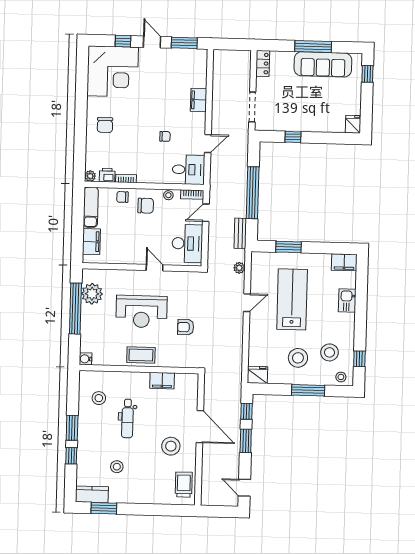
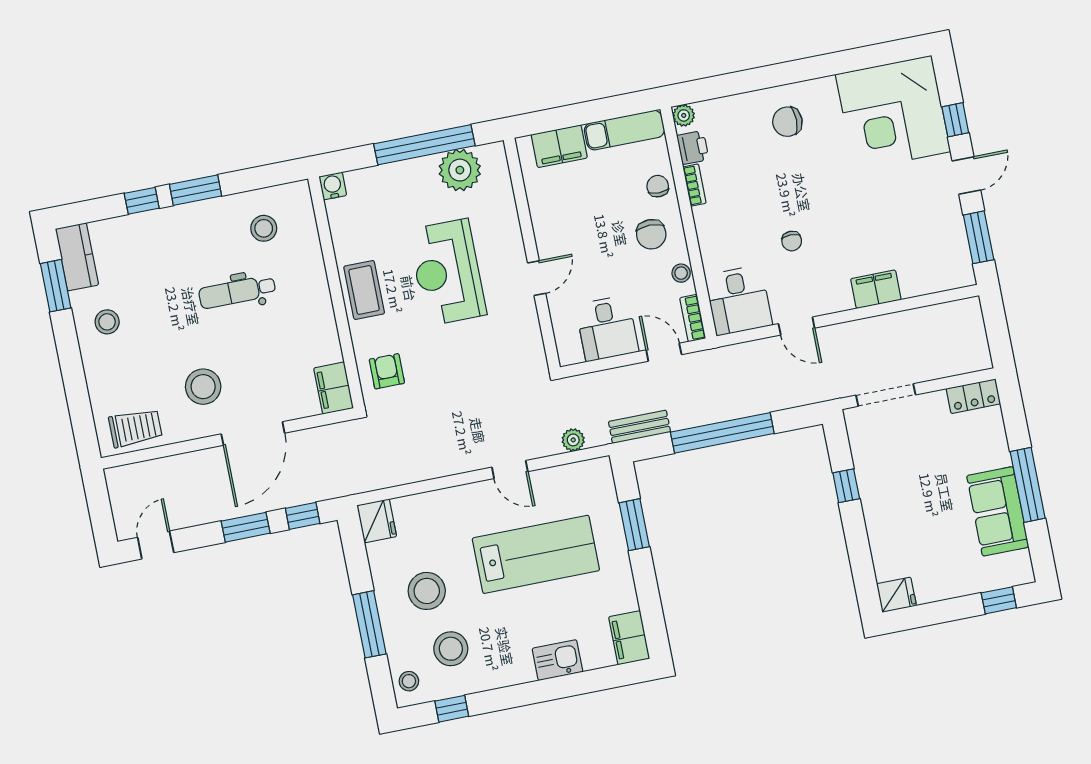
sofa: (323, 64) -> (998, 511), width x0.73
desk: (187, 243) -> (607, 328), width x0.73
armchair: (186, 327) -> (387, 371), moved
filing cabinet: (162, 381) -> (334, 388), moved
stool: (117, 467) -> (107, 322), moved

